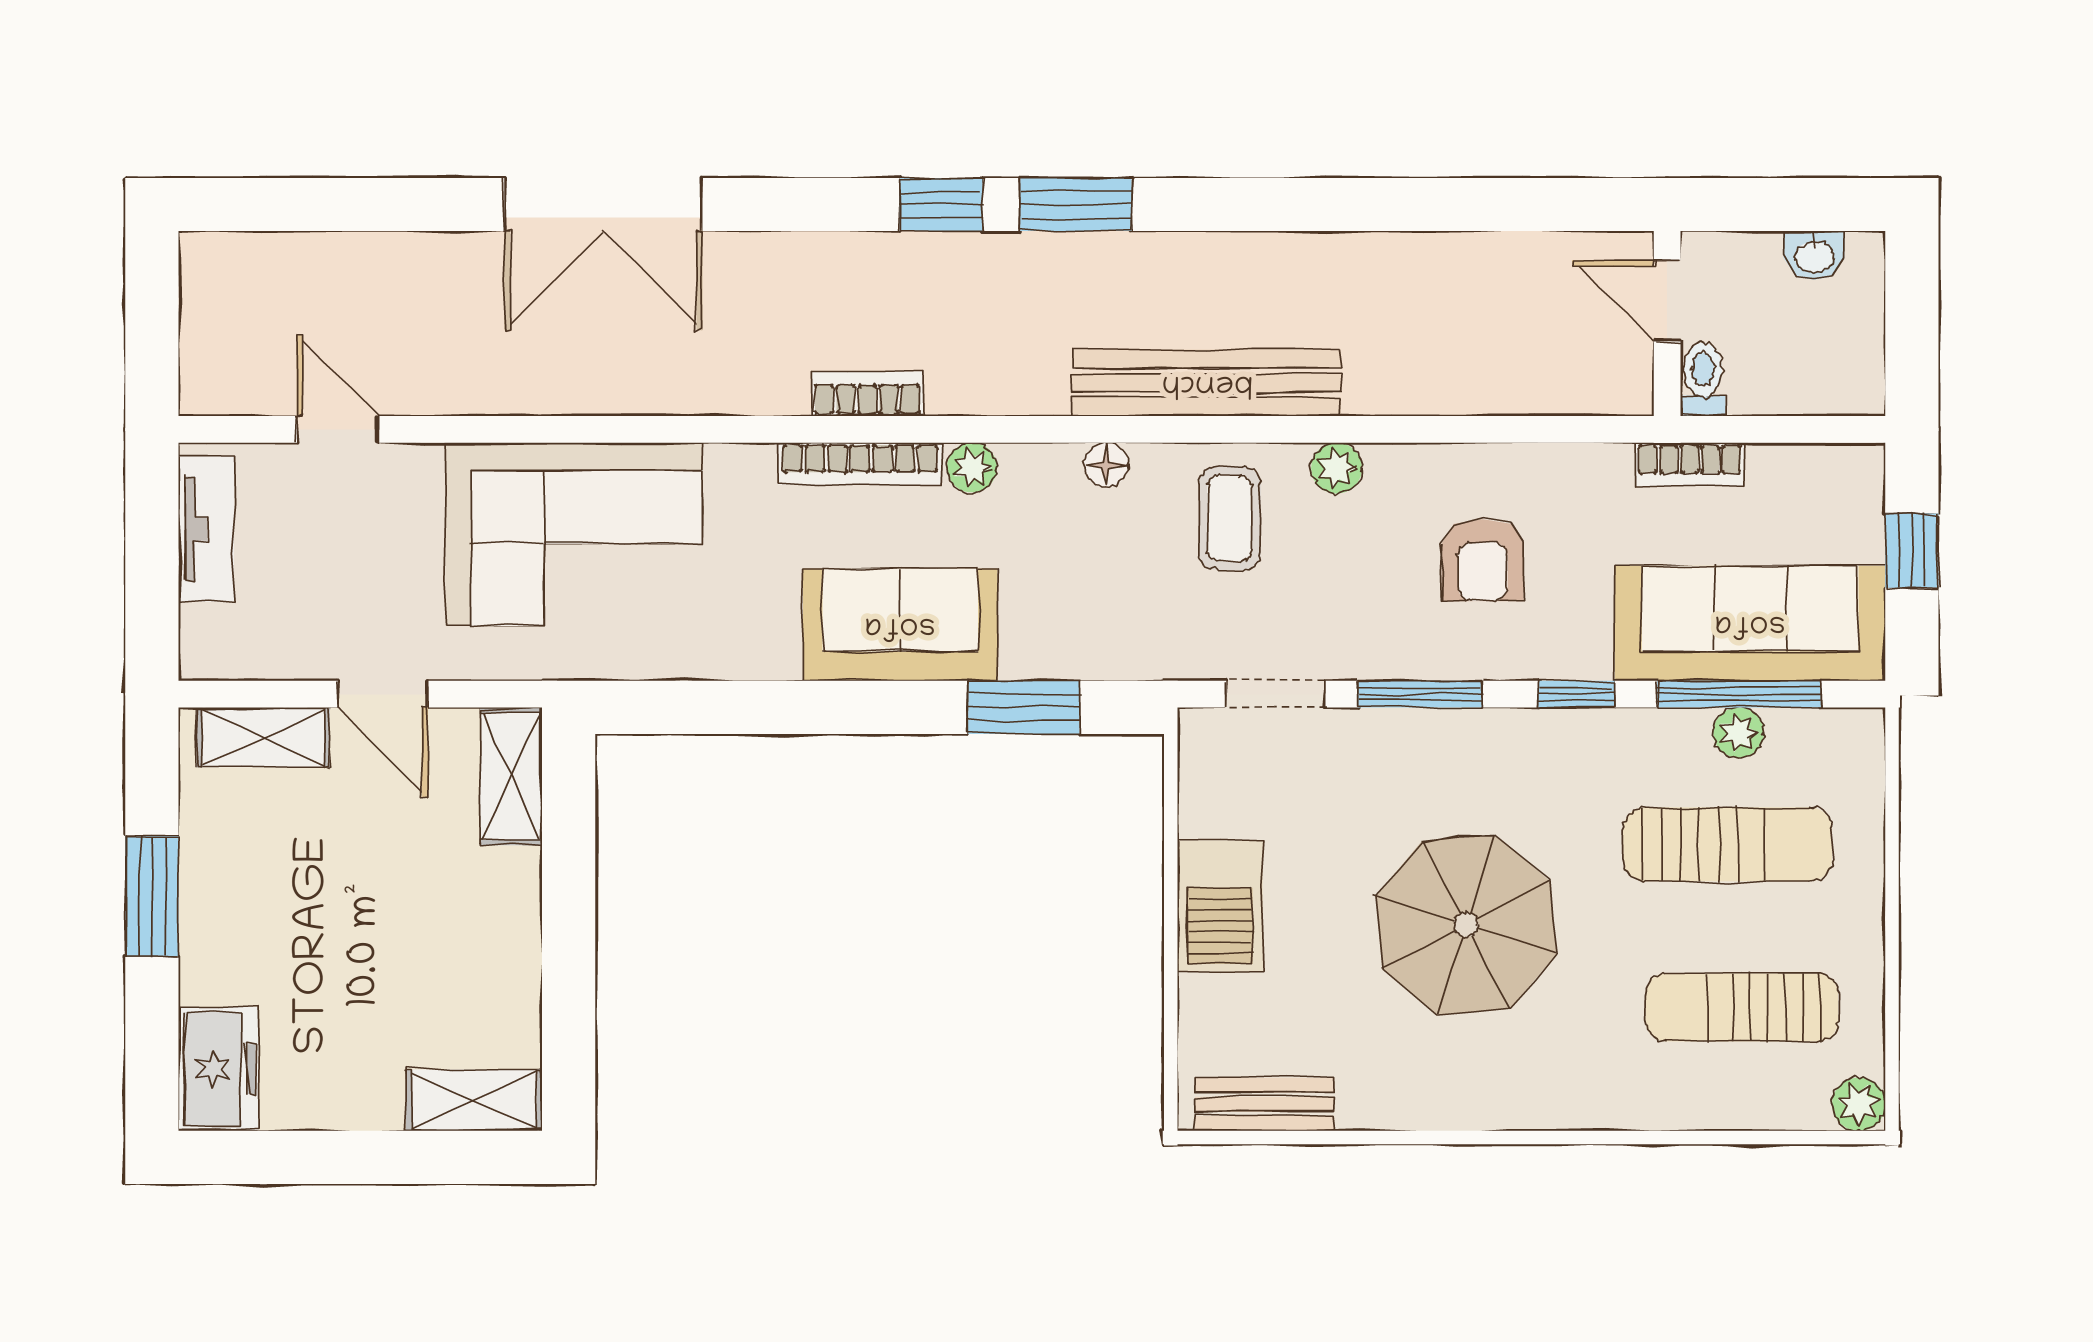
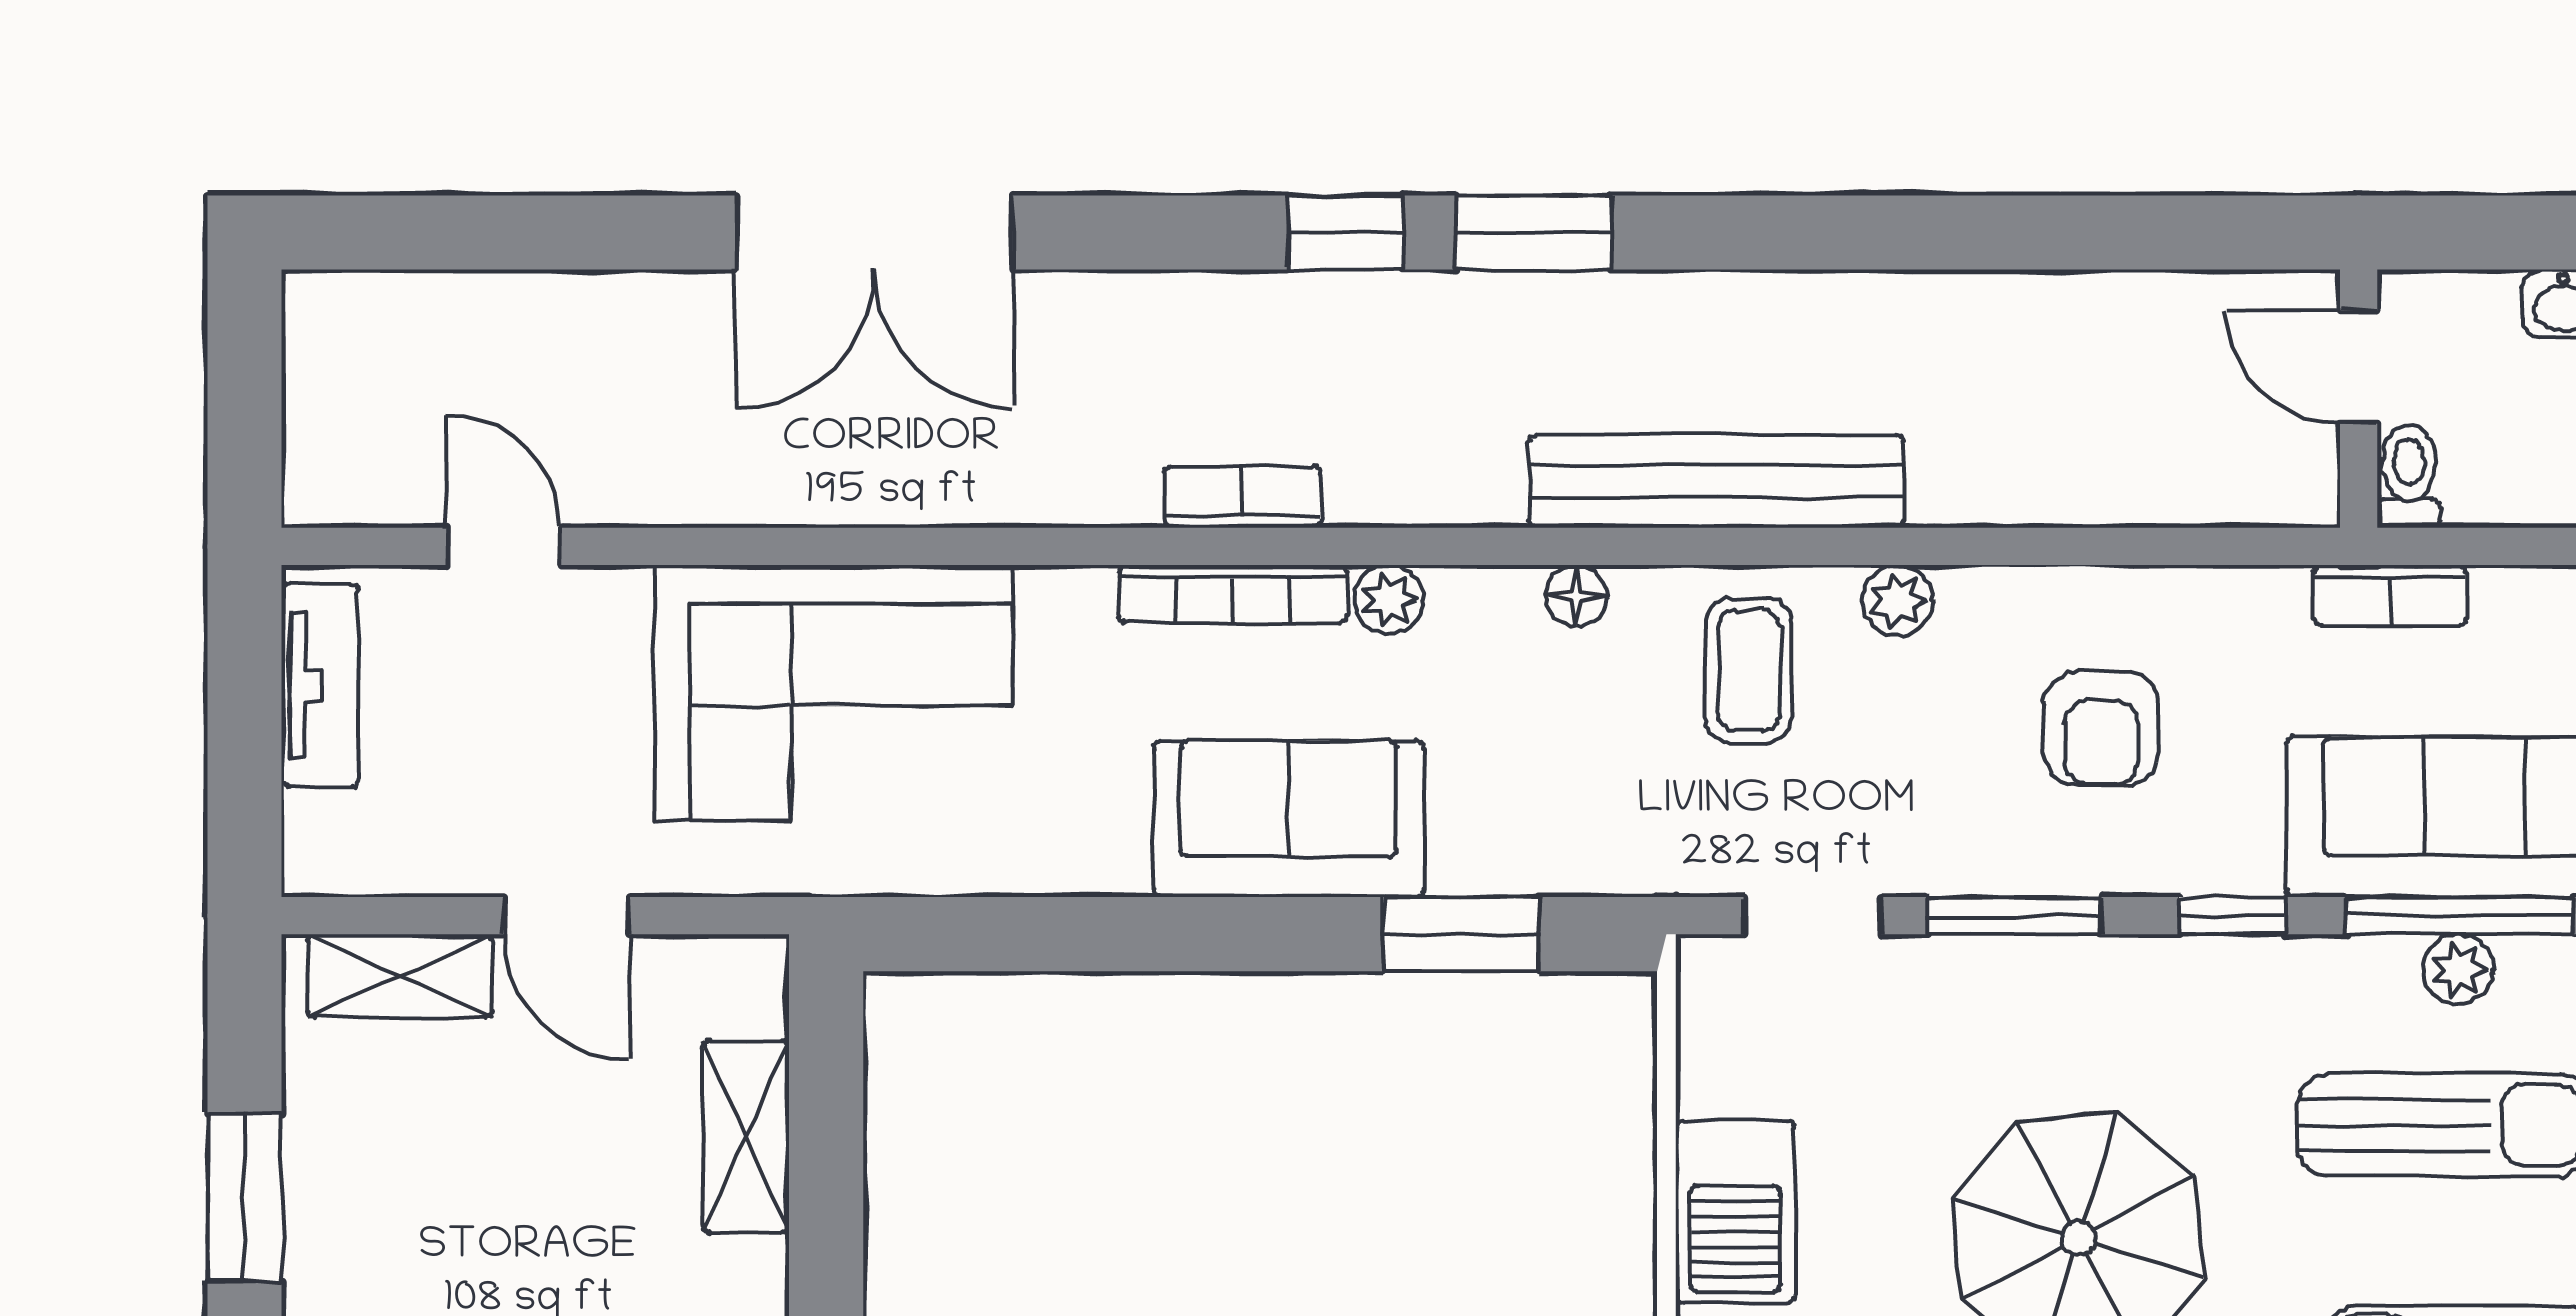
shelving: (511, 776) -> (746, 1137), moved

